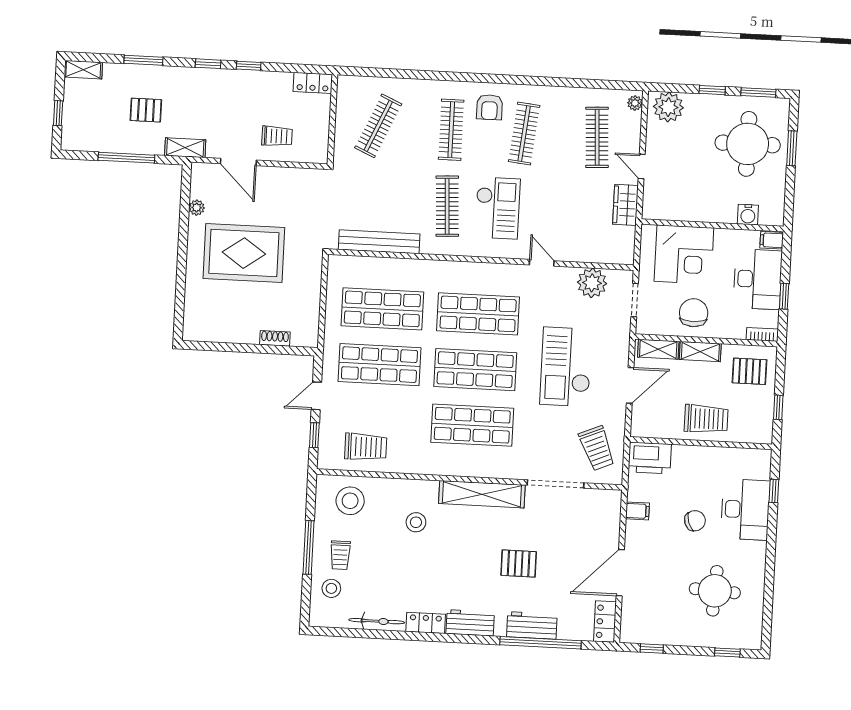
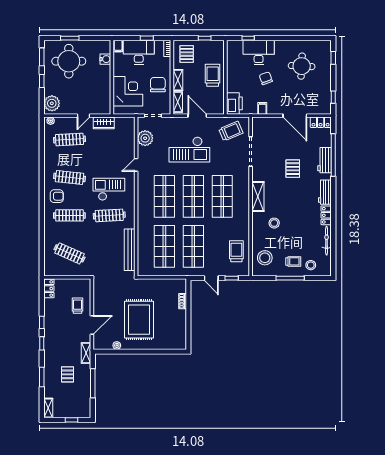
chair: (694, 313) -> (158, 85), turned 90
shelving: (482, 494) -> (258, 197), width x0.68

